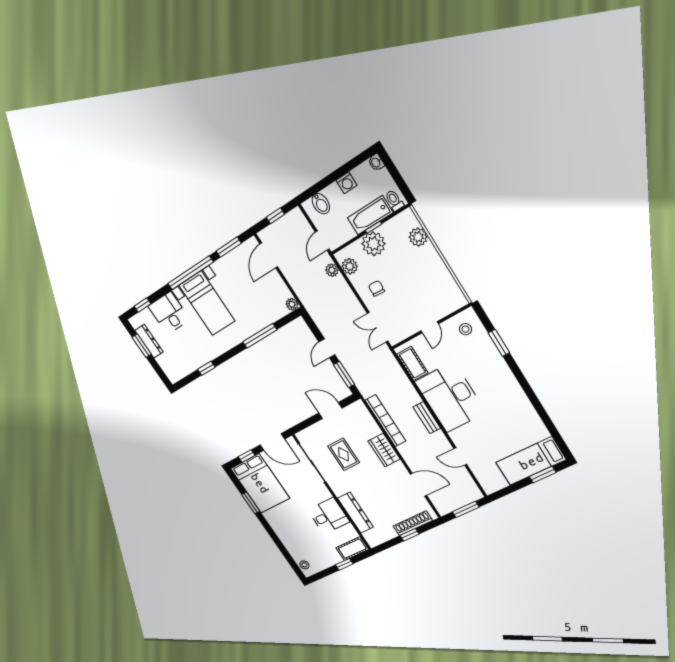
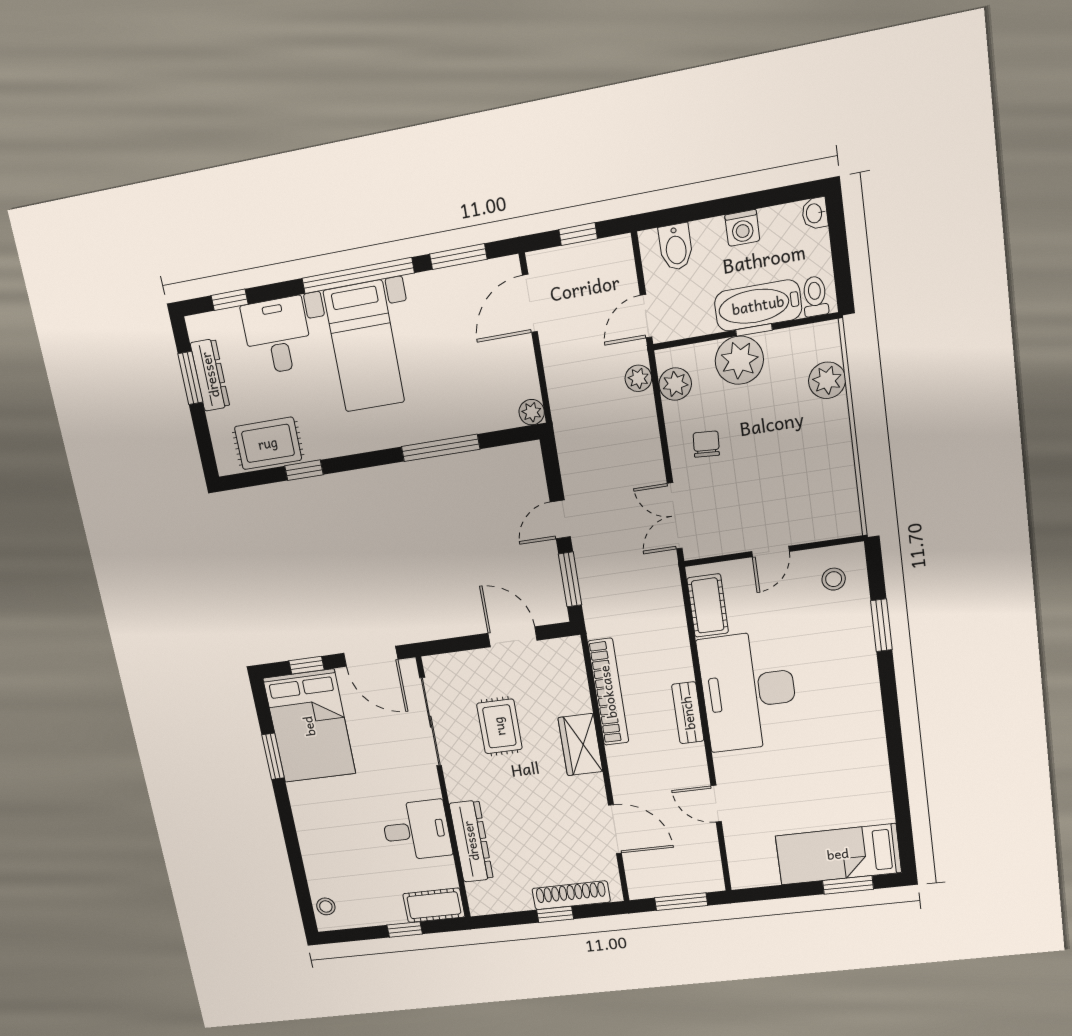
rug: (186, 362) -> (268, 443), added

